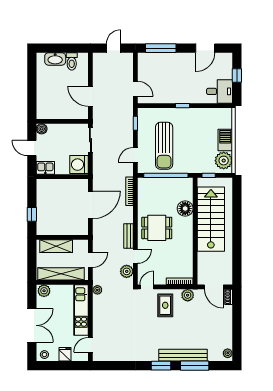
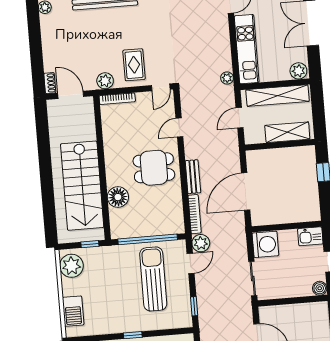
barbecue: (225, 140) -> (73, 311), moved
bench: (128, 236) -> (193, 177), moved
plant: (127, 271) -> (201, 243), moved

